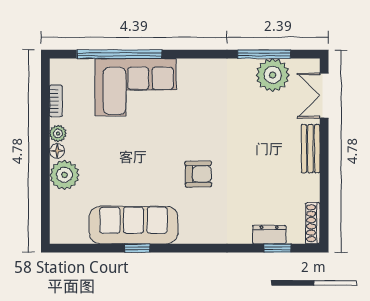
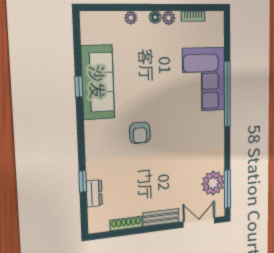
window: (119, 54) -> (227, 94), moved
window: (264, 54) -> (227, 189), moved
plant: (64, 175) -> (131, 18), width x0.53, depth x0.53
shoe rack: (313, 223) -> (126, 224), moved
window: (277, 248) -> (83, 181), moved

